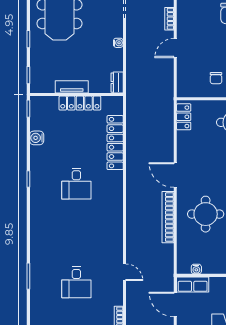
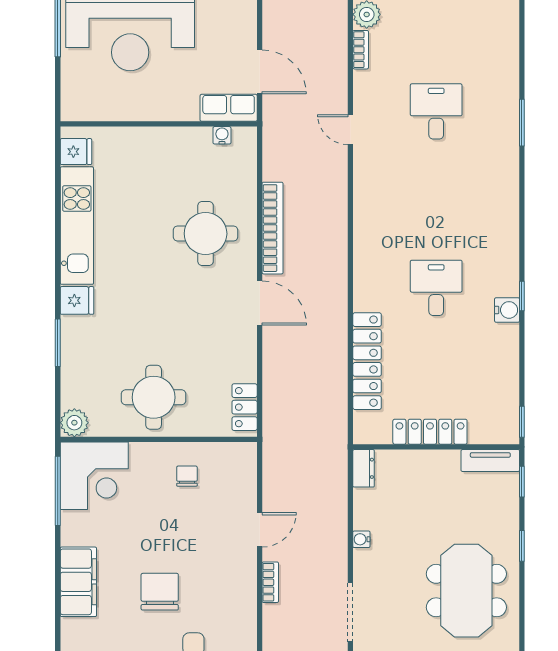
tv unit: (72, 87) -> (490, 461), moved
water cooler: (37, 138) -> (507, 310), moved

